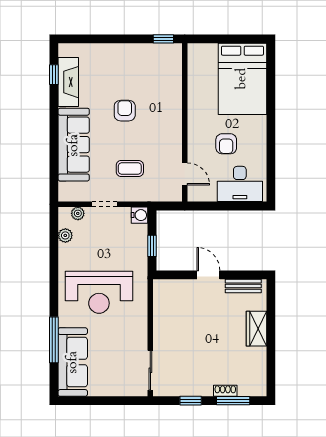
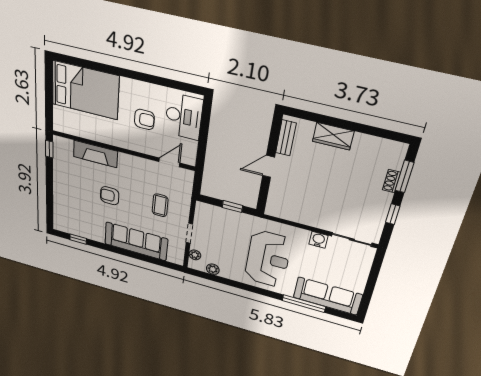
fireplace: (68, 82) -> (95, 154), moved, turned 180
water cooler: (140, 215) -> (318, 240), moved

